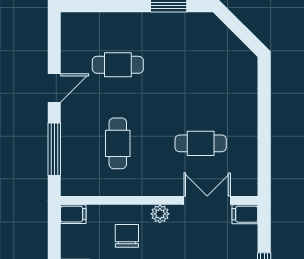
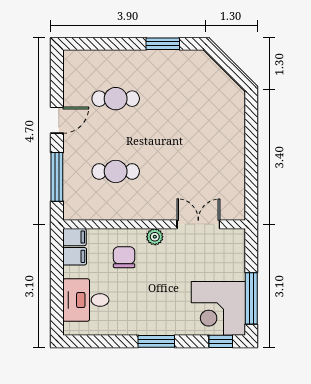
cafe table: (118, 143) -> (116, 171), turned 90
cafe table: (201, 143) -> (192, 171), removed
filing cabinet: (245, 214) -> (75, 256), moved, turned 180

